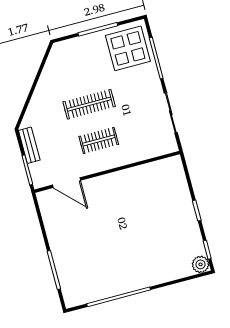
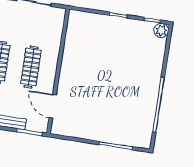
clothes rail: (99, 140) -> (31, 67), width x1.36
door: (67, 183) -> (53, 106), swing flipped

